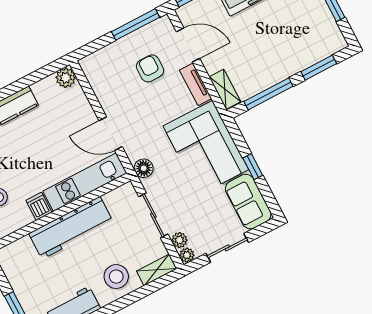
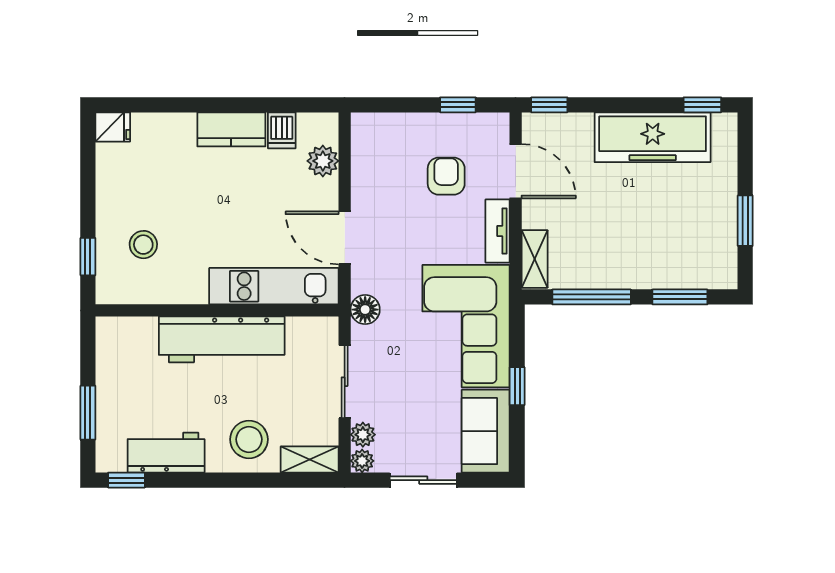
window: (136, 24) -> (458, 105), width x0.46
plant: (66, 78) -> (323, 161), moved
dishwasher: (39, 206) -> (282, 130), moved, turned 180

